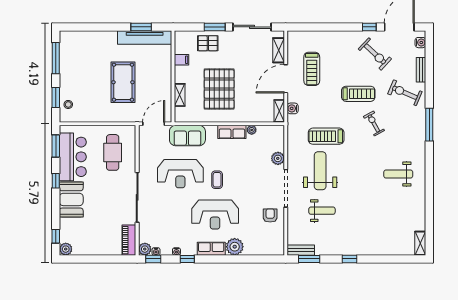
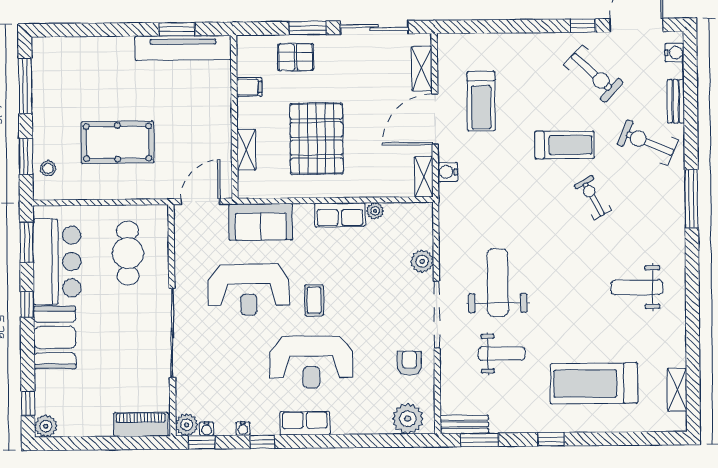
pool table: (123, 82) -> (118, 142), moved, turned 90
treadmill: (326, 136) -> (594, 383), moved, width x1.37, depth x1.38
piano: (129, 240) -> (141, 424), moved, turned 90
shelving: (420, 243) -> (677, 390), moved
plant: (235, 247) -> (408, 419), moved

